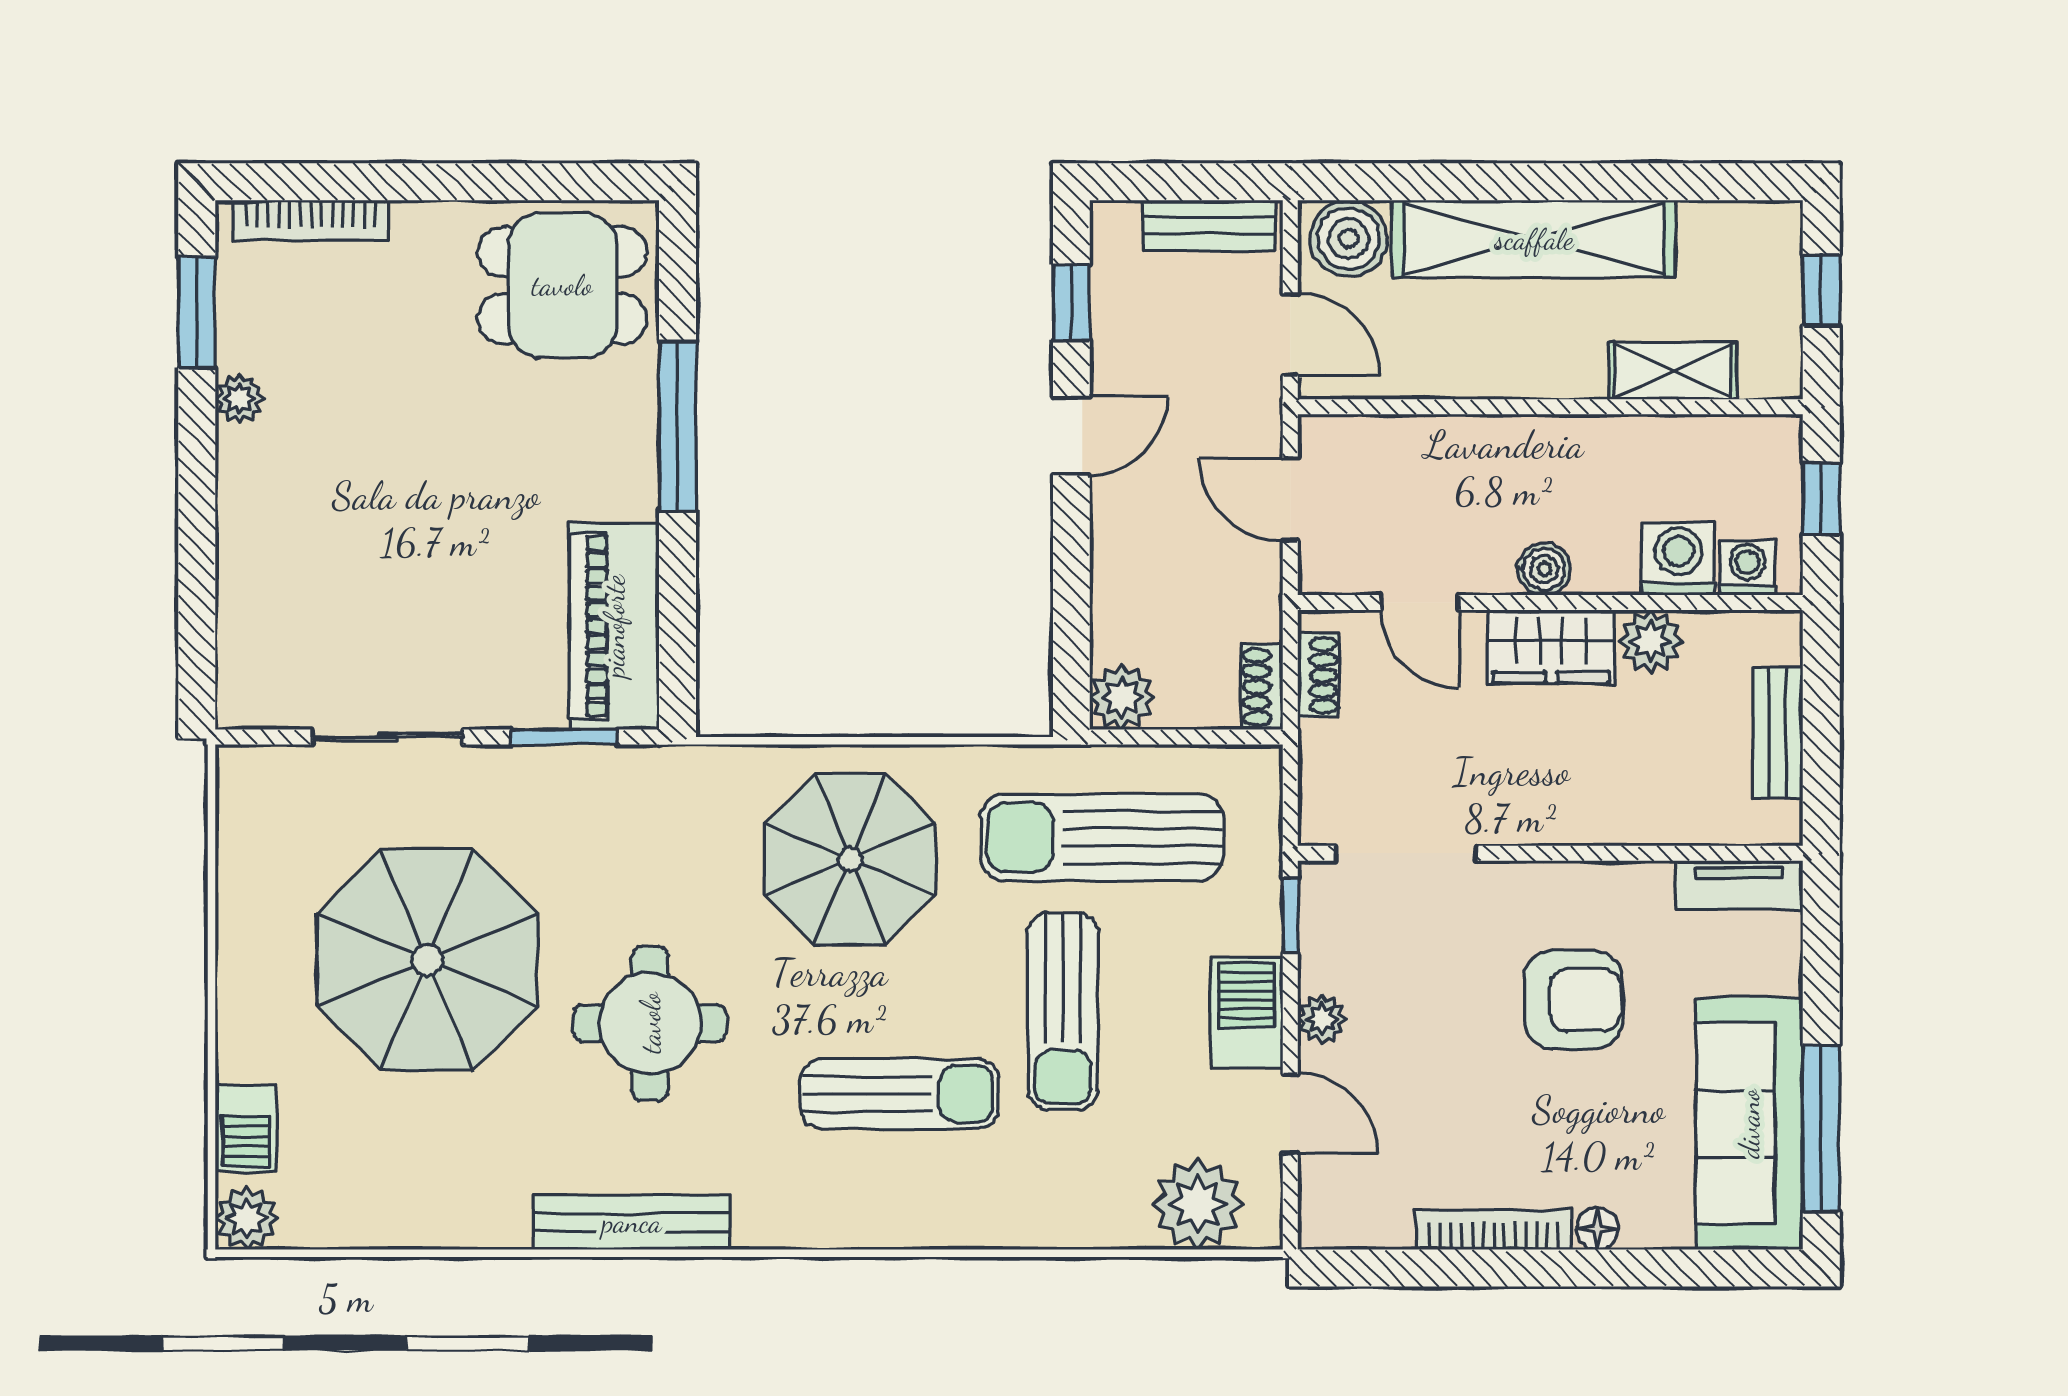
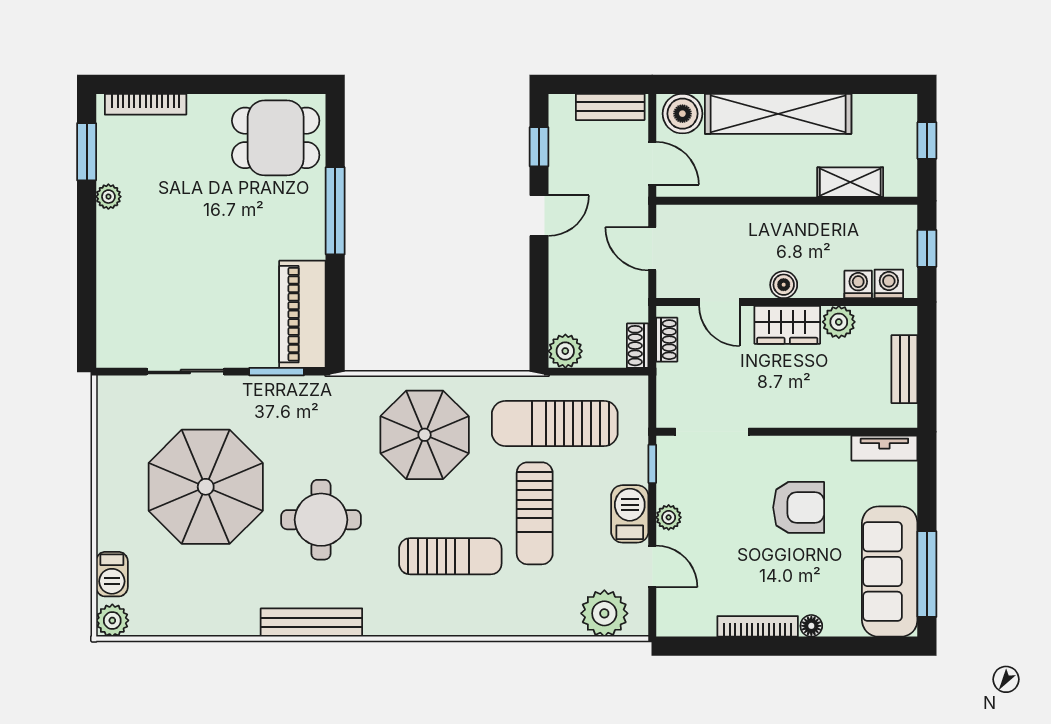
washing machine: (1678, 559) -> (858, 284), width x0.73, depth x0.73

